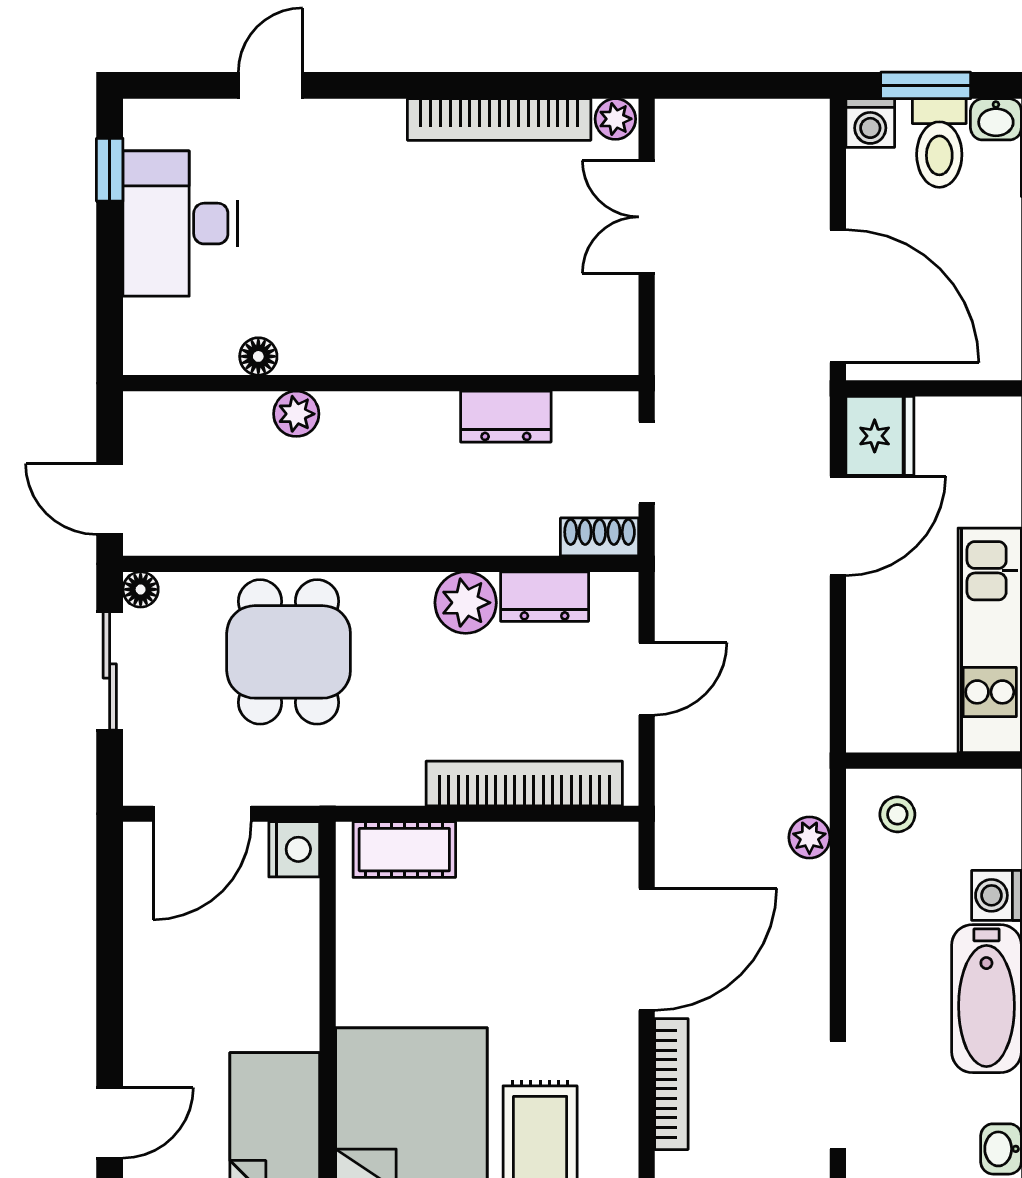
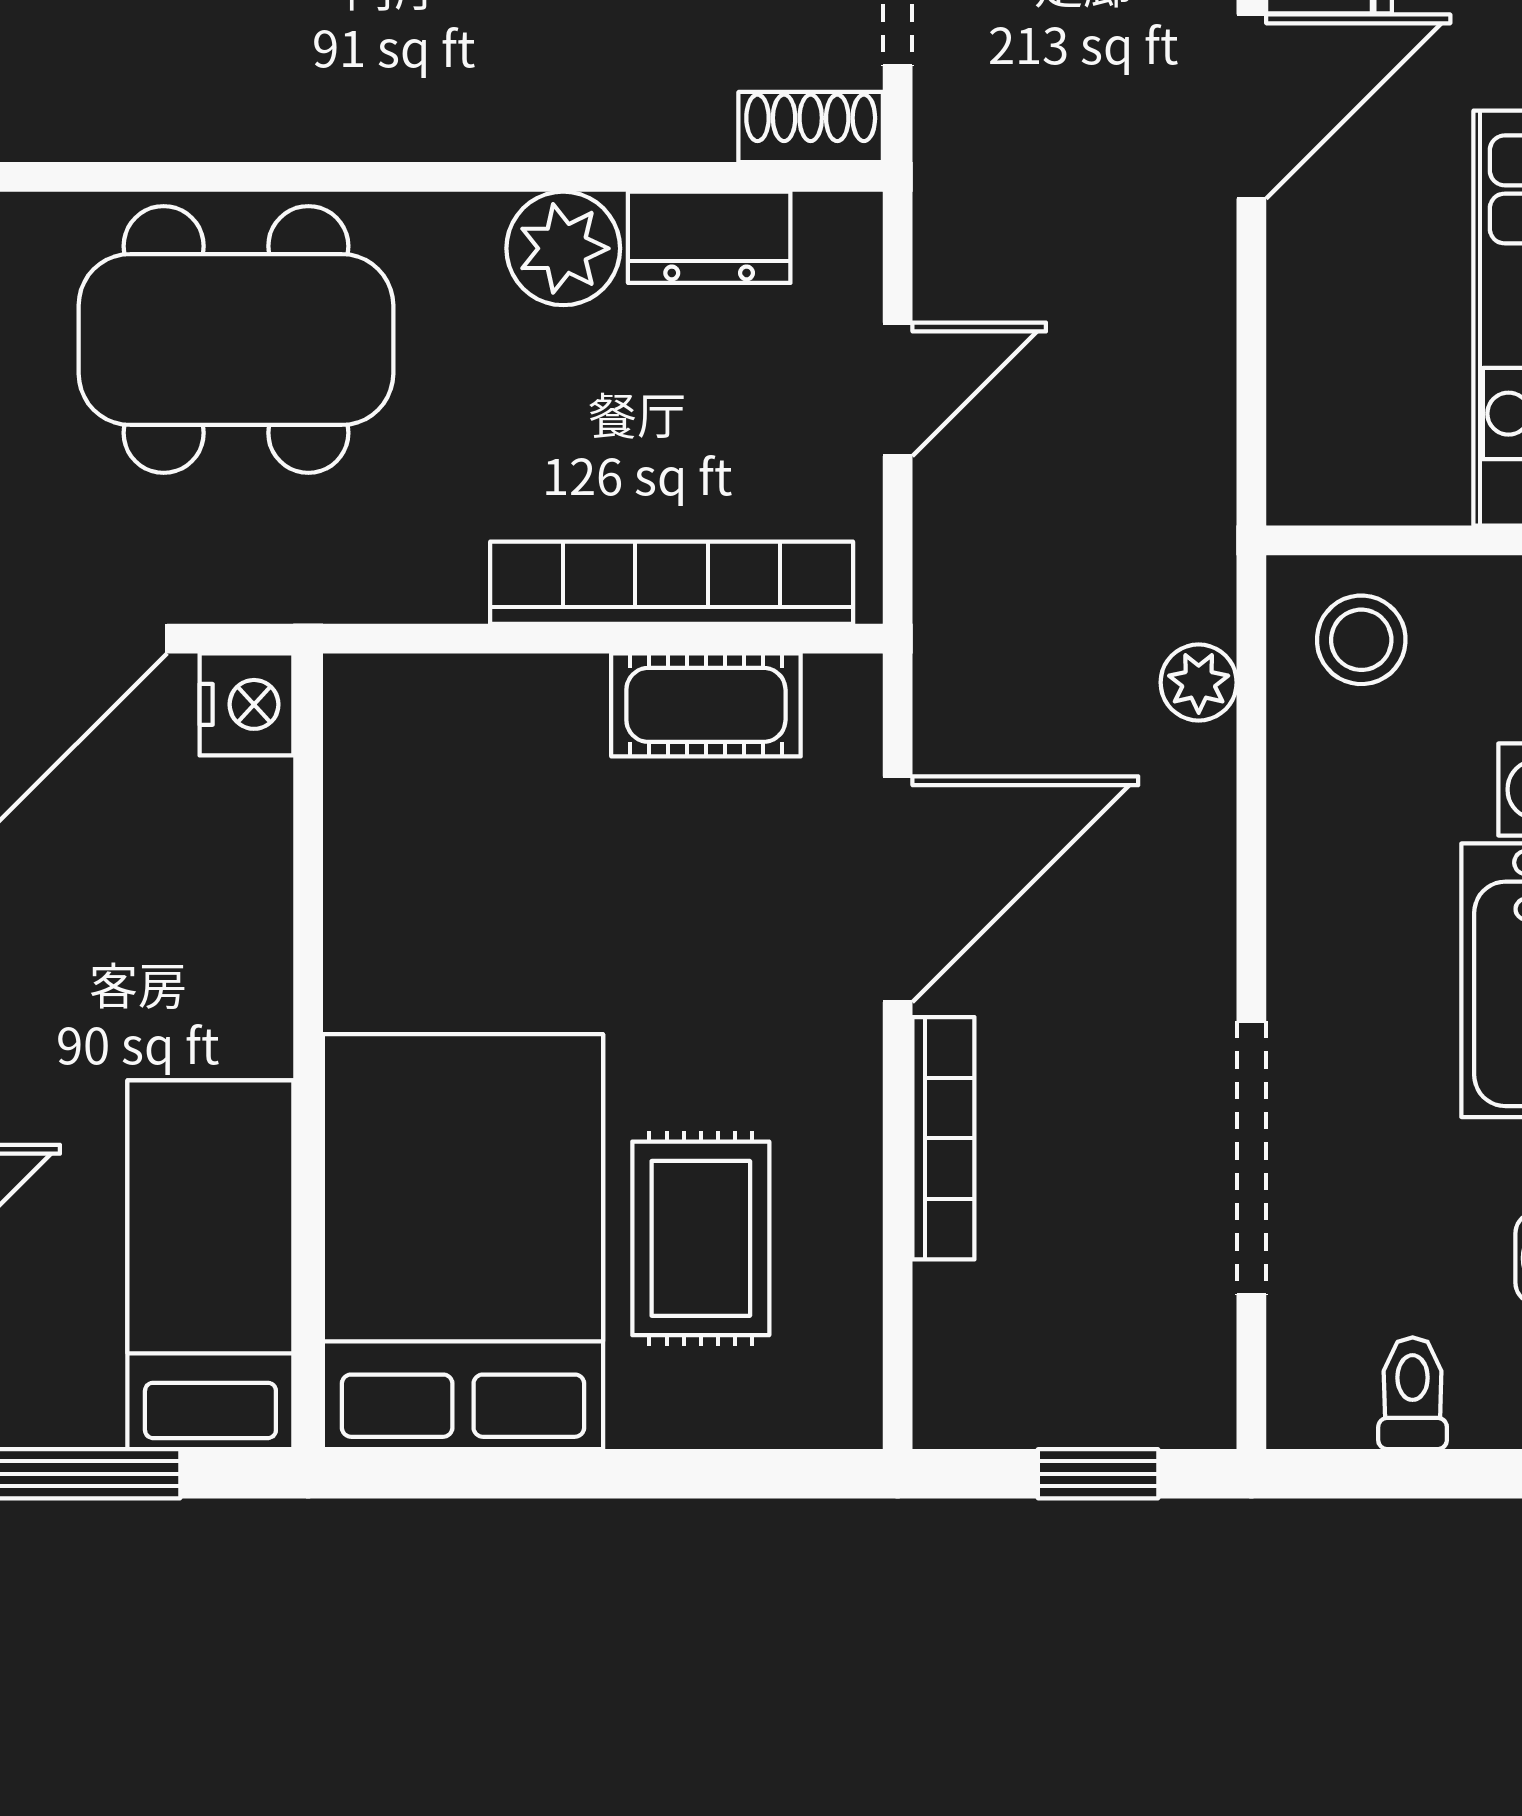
dining table: (289, 652) -> (236, 339), width x1.37
stool: (897, 814) -> (1361, 640), width x1.37, depth x1.37
cot: (404, 850) -> (706, 705), moved
doorway: (838, 1095) -> (1251, 1158), width x1.36

